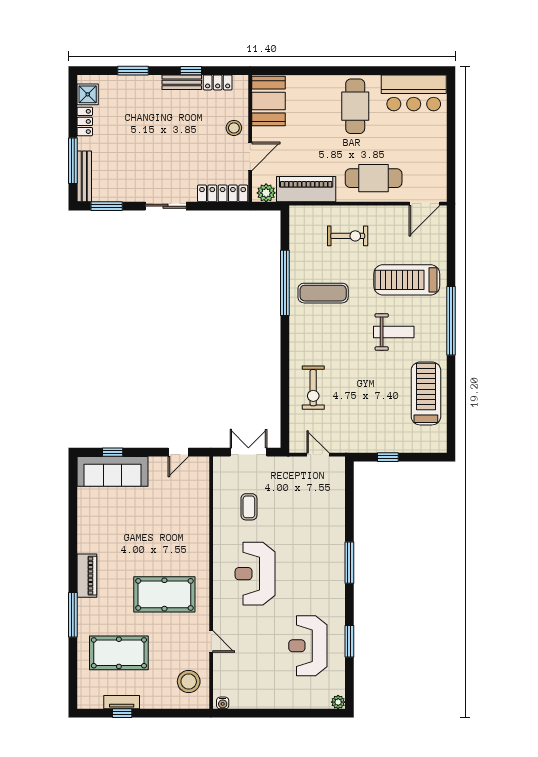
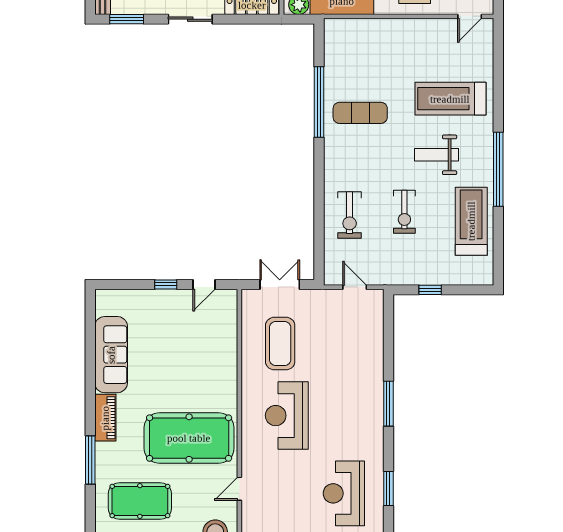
door: (424, 204) -> (470, 16), width x0.73
exercise bike: (348, 236) -> (404, 212), moved, turned 90
window: (451, 321) -> (498, 169), moved
weight bench: (394, 332) -> (437, 155), turned 180
window: (113, 452) -> (166, 284), moved
sofa: (112, 471) -> (111, 355), moved, turned -90
coffee table: (249, 507) -> (280, 344), width x1.86, depth x1.72
pool table: (164, 594) -> (189, 438), width x1.36, depth x1.32
door: (211, 641) -> (239, 489), swing flipped

